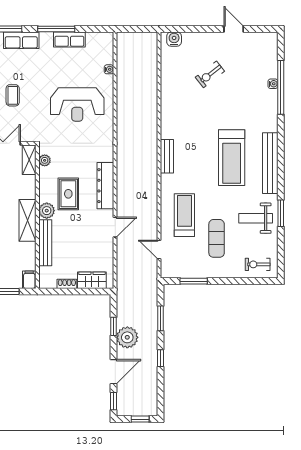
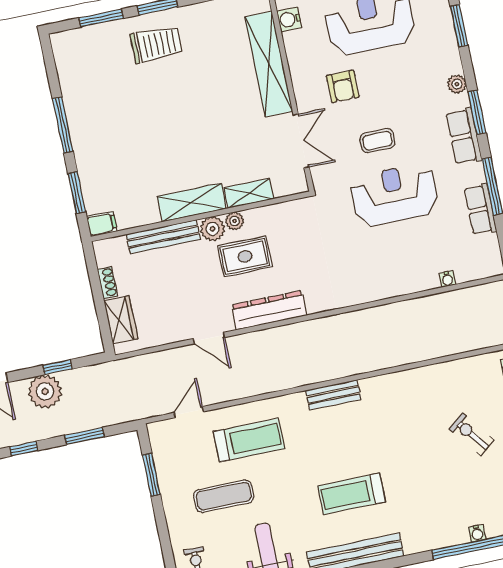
reception desk: (77, 104) -> (394, 195), moved, turned 90
treadmill: (232, 158) -> (352, 494), width x0.73, depth x0.73
shelving: (29, 160) -> (249, 193), moved
plant: (45, 160) -> (235, 221), moved

